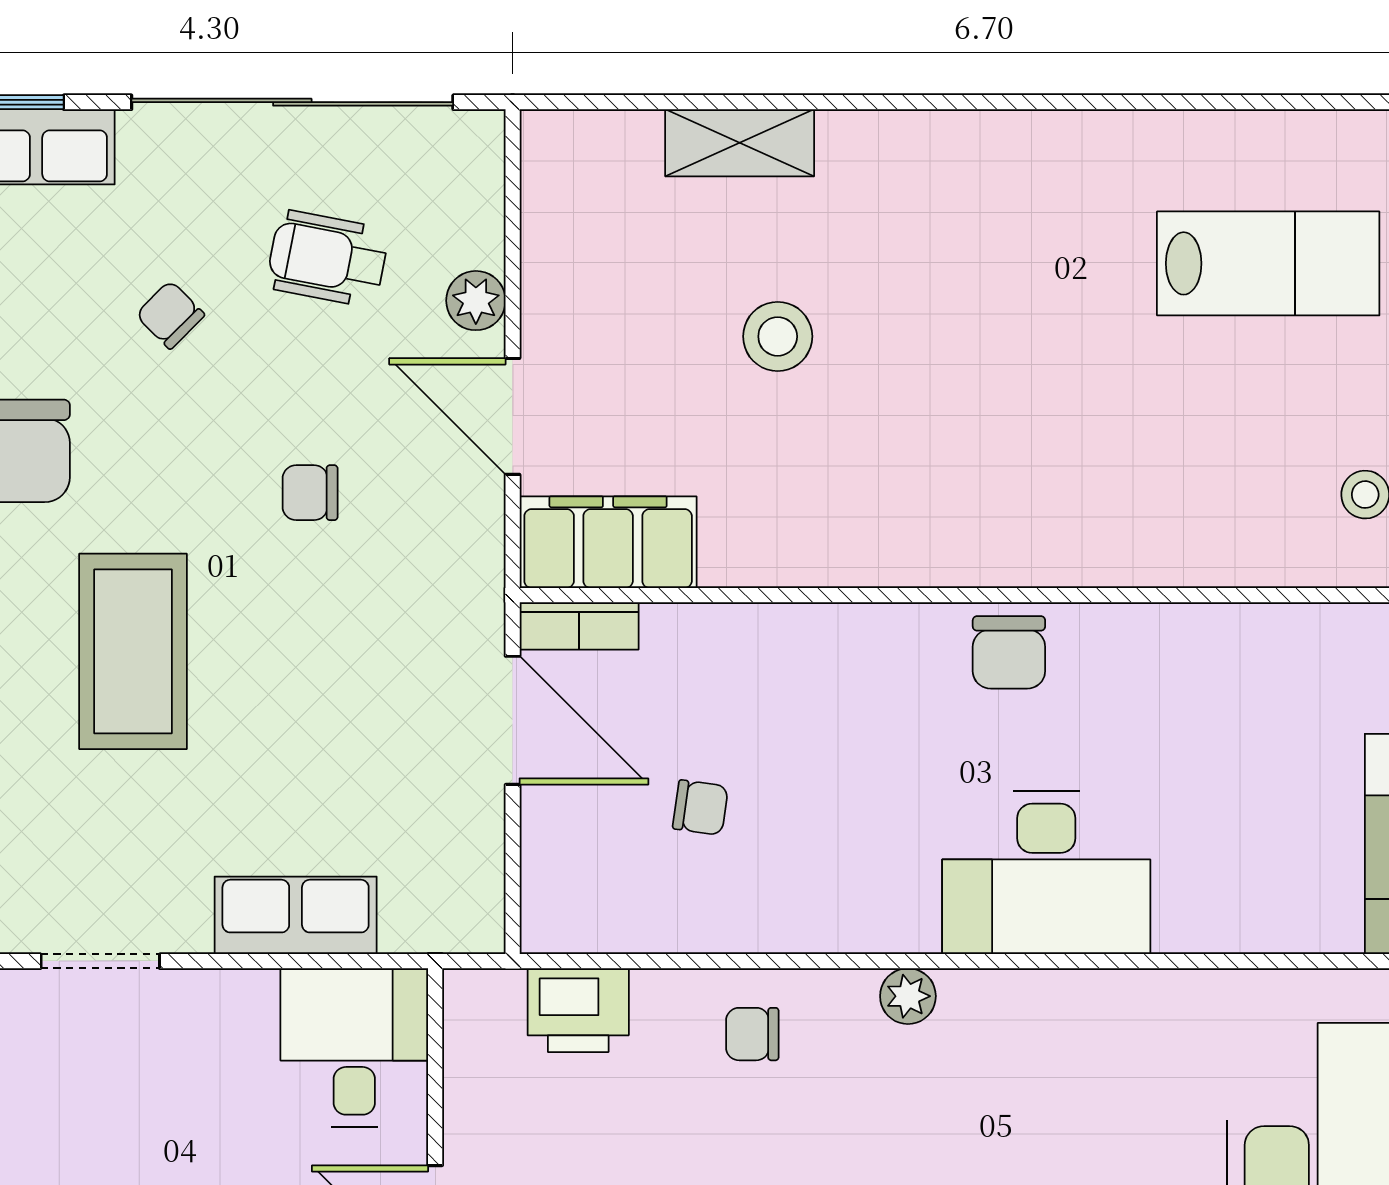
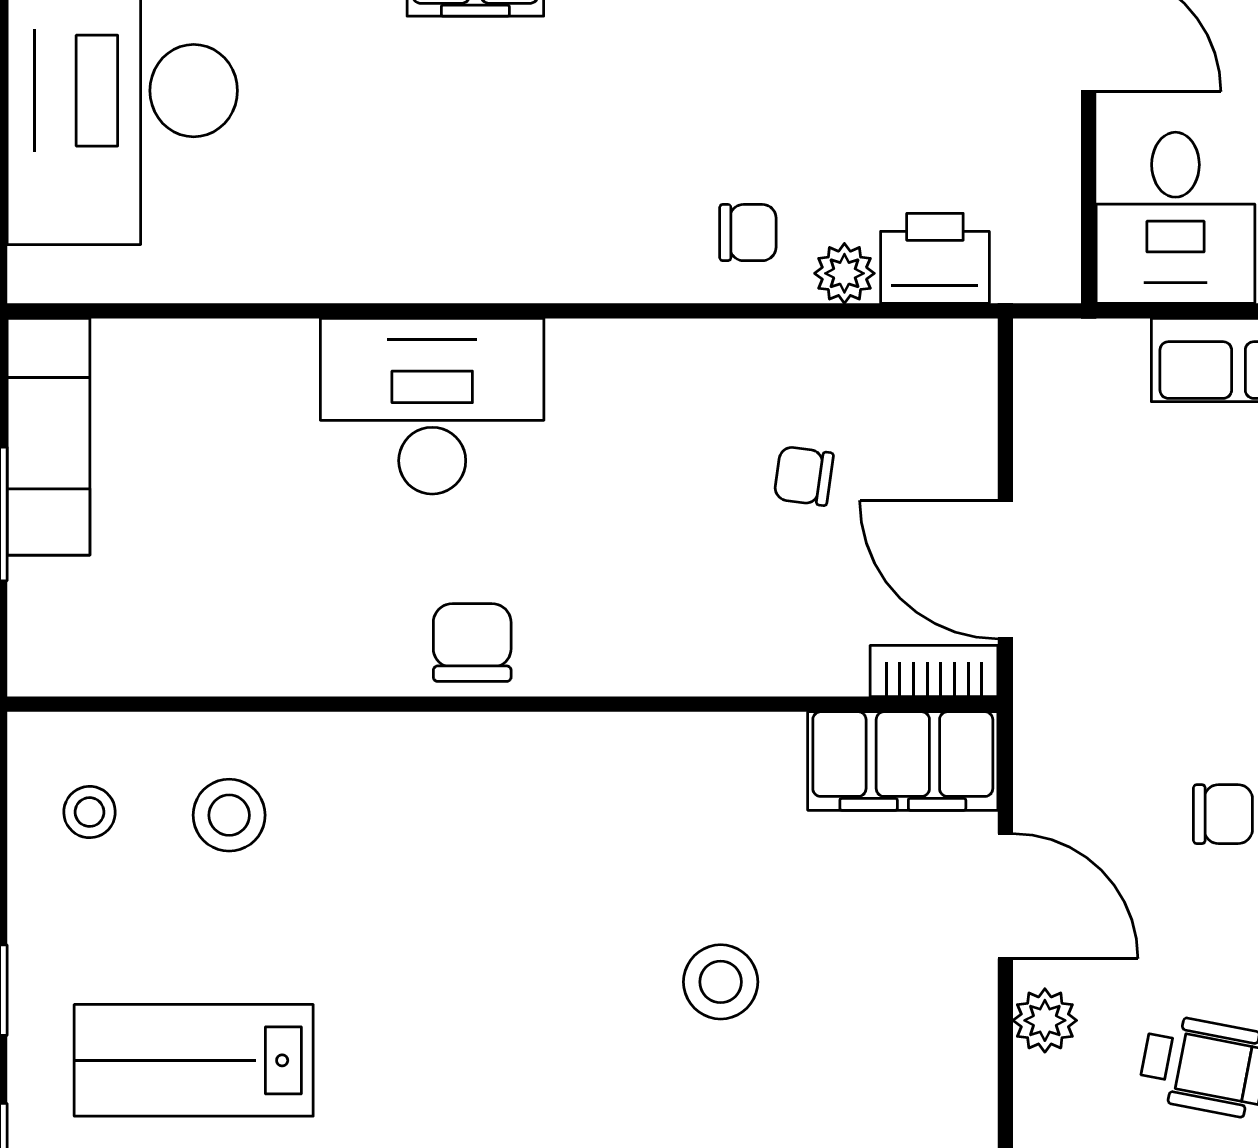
stool: (1235, 492) -> (229, 815), added
plant: (908, 996) -> (844, 273), moved

